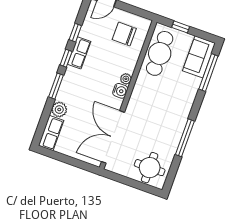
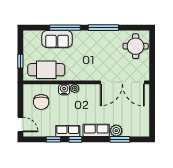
sofa: (199, 57) -> (57, 39), moved
window: (208, 73) -> (65, 28), moved
window: (56, 86) -> (120, 139), moved
water cooler: (120, 91) -> (64, 89), moved
row of seats: (51, 133) -> (96, 130), moved

